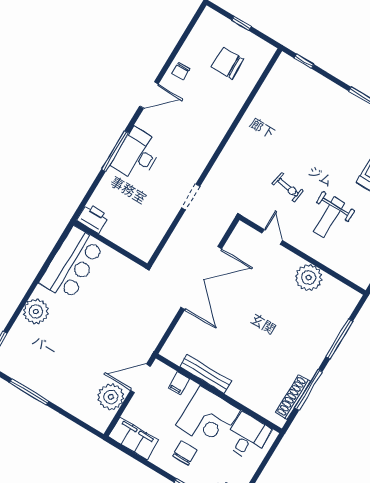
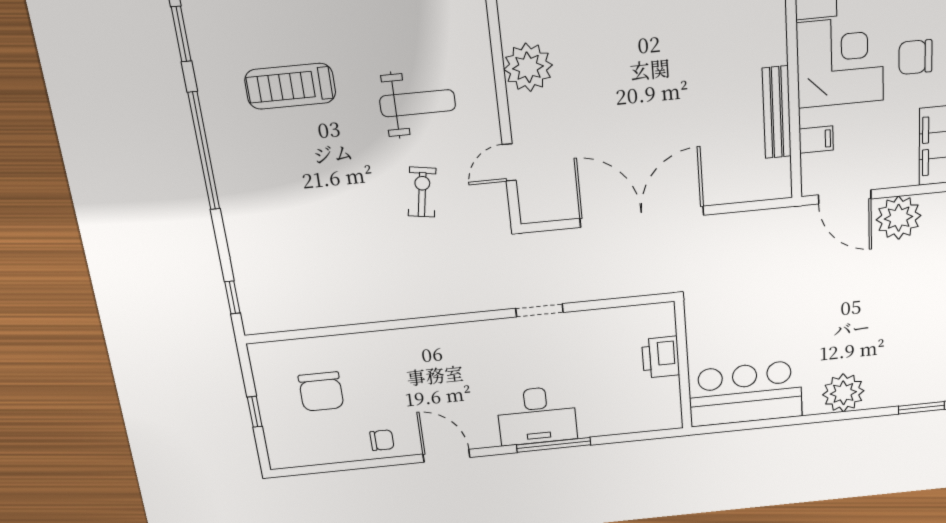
printer: (93, 218) -> (661, 357), moved

